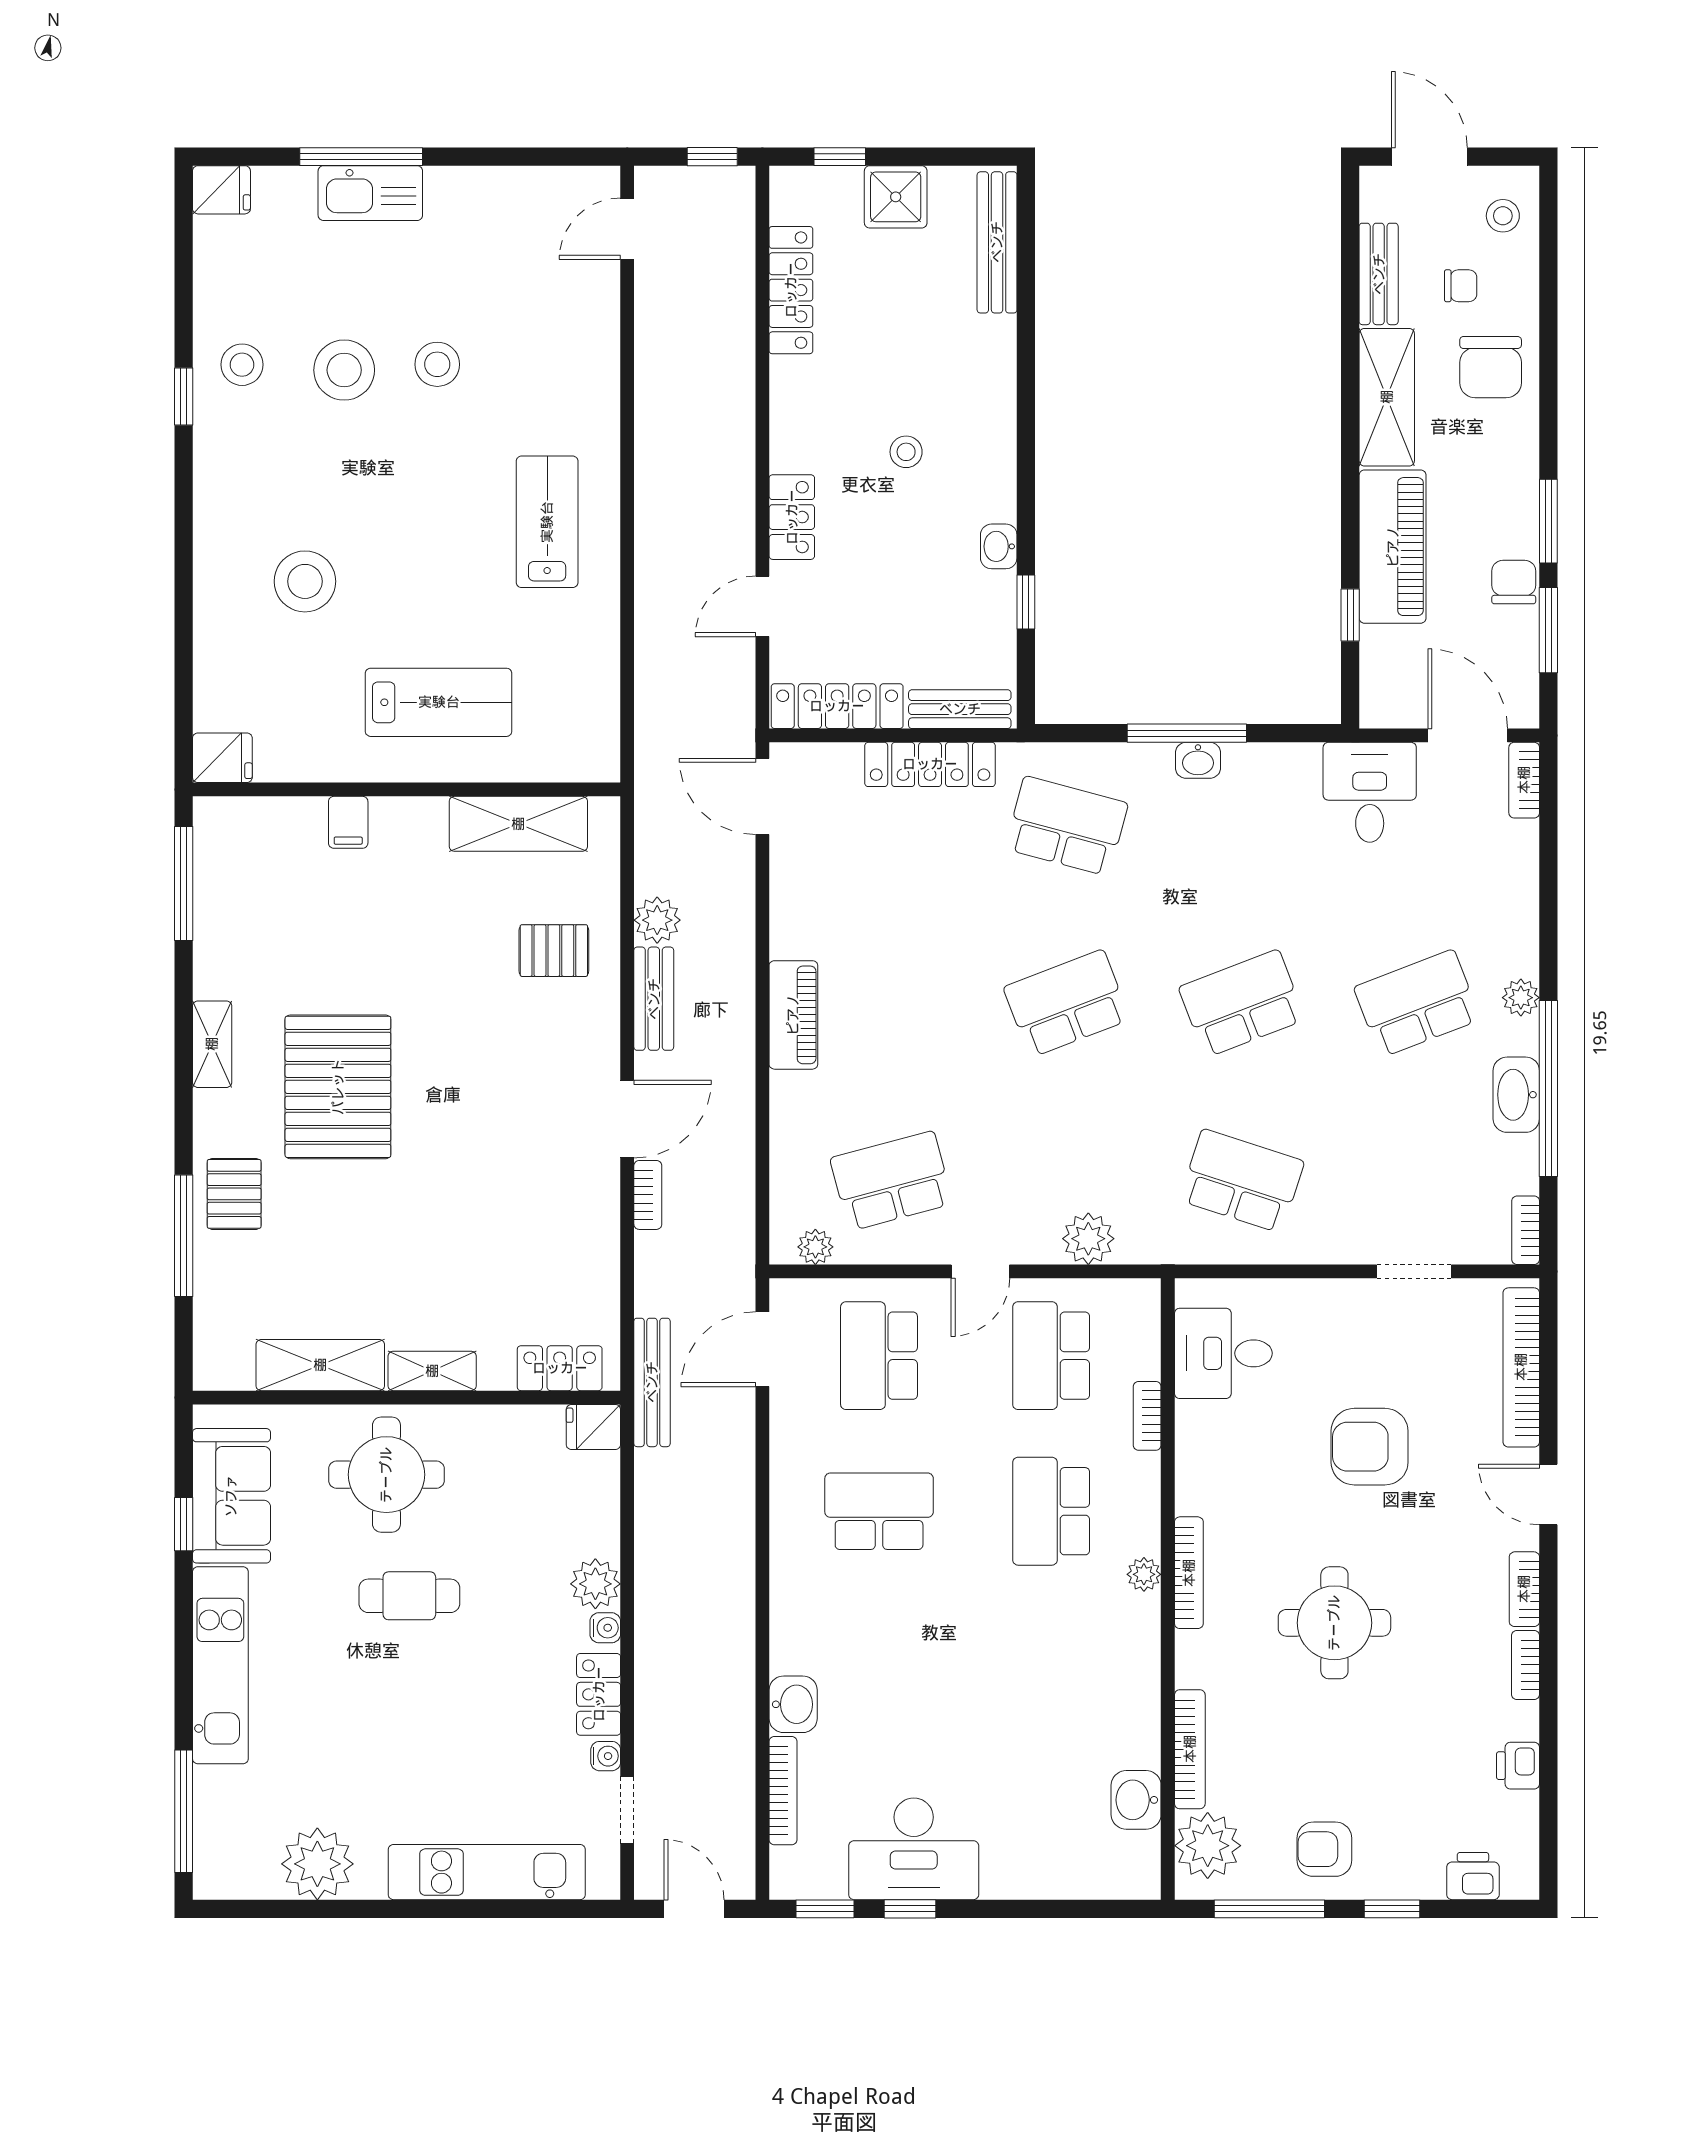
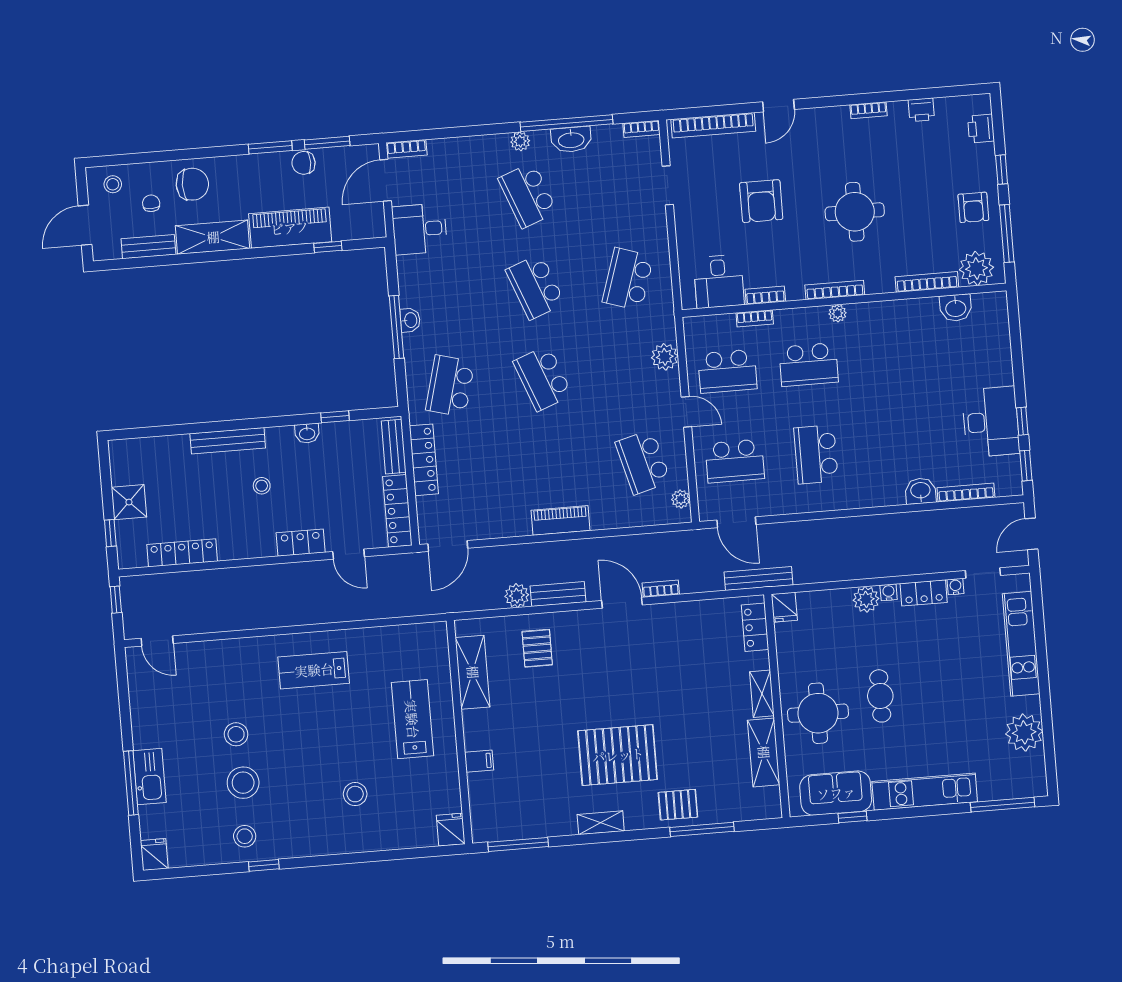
bench: (997, 242) -> (228, 441), moved
stool: (305, 581) -> (355, 794), width x0.73, depth x0.73
bookcase: (1524, 1589) -> (765, 295), moved, turned 180

